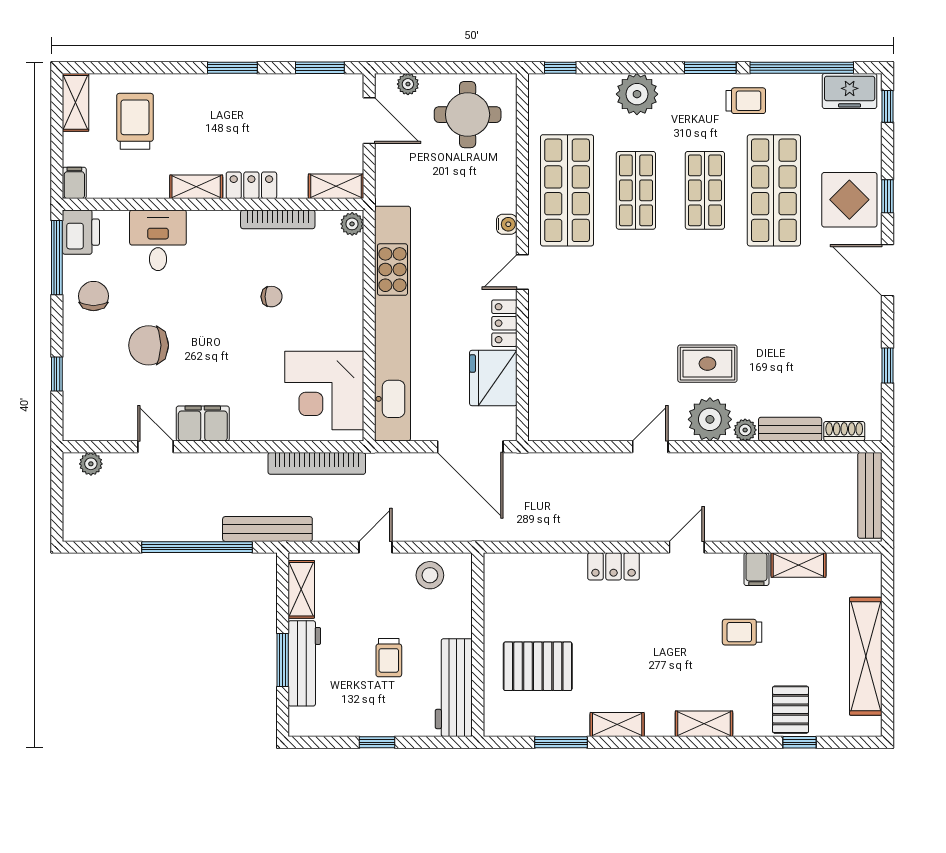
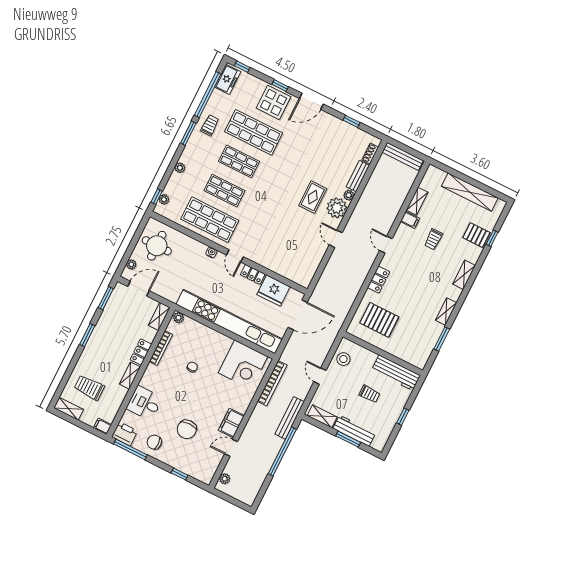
plant: (562, 84) -> (164, 199), added
plant: (637, 94) -> (180, 168), width x0.53, depth x0.53
pallet: (538, 666) -> (379, 320), moved, turned 90

